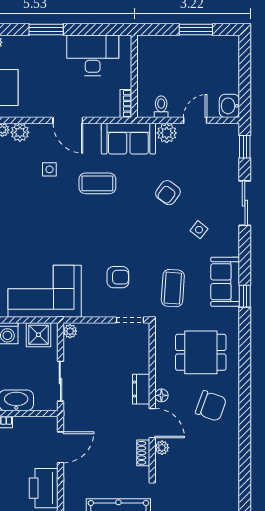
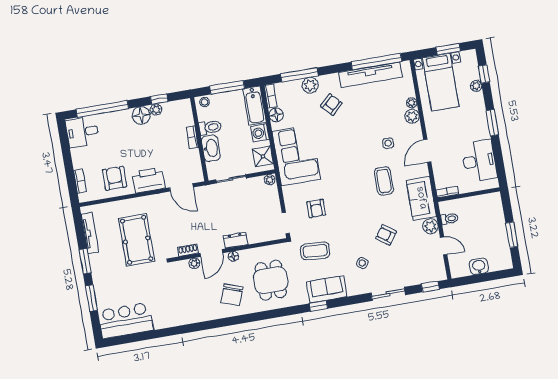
washbasin: (229, 106) -> (479, 266), moved

